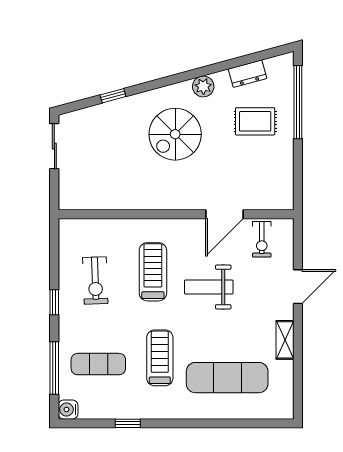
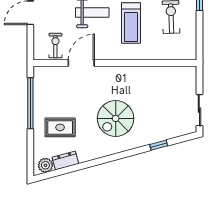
plant: (203, 86) -> (45, 165), moved
window: (298, 102) -> (30, 103), moved
spiral stairs: (175, 134) -> (116, 118), turned 180

